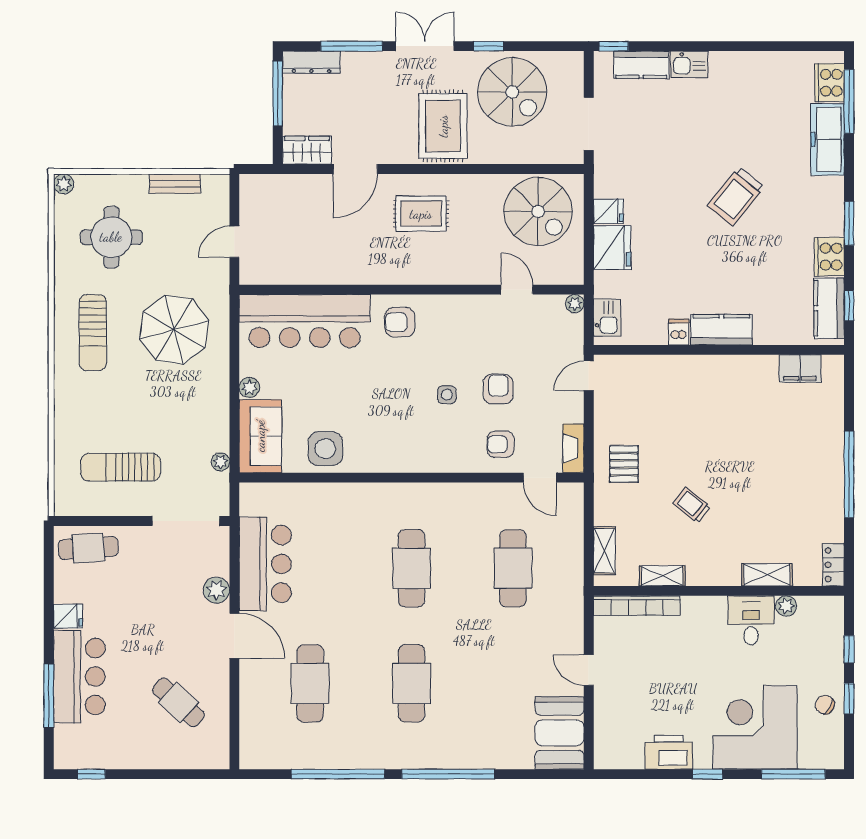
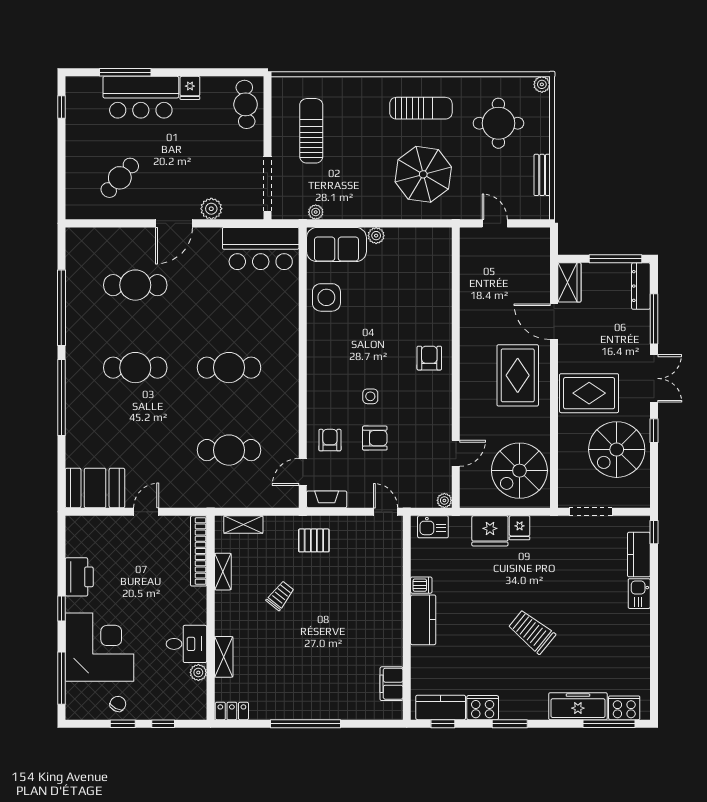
rug: (421, 214) -> (518, 375), width x1.36, depth x1.43
bar counter: (305, 321) -> (430, 281), removed
sun lounger: (93, 332) -> (421, 108), turned 180
bar counter: (265, 564) -> (261, 249), moved

